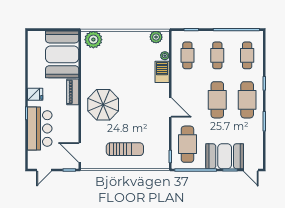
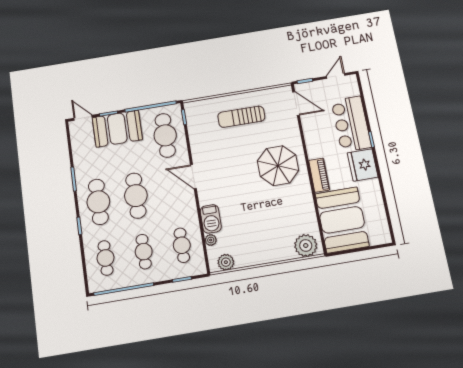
fridge: (35, 94) -> (363, 165), width x1.88, depth x1.34

